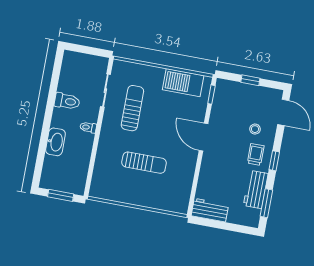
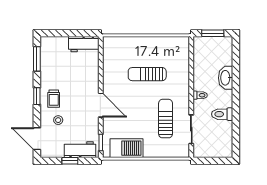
sun lounger: (132, 108) -> (166, 119), turned 180
workbench: (256, 189) -> (80, 150), moved, turned -90

